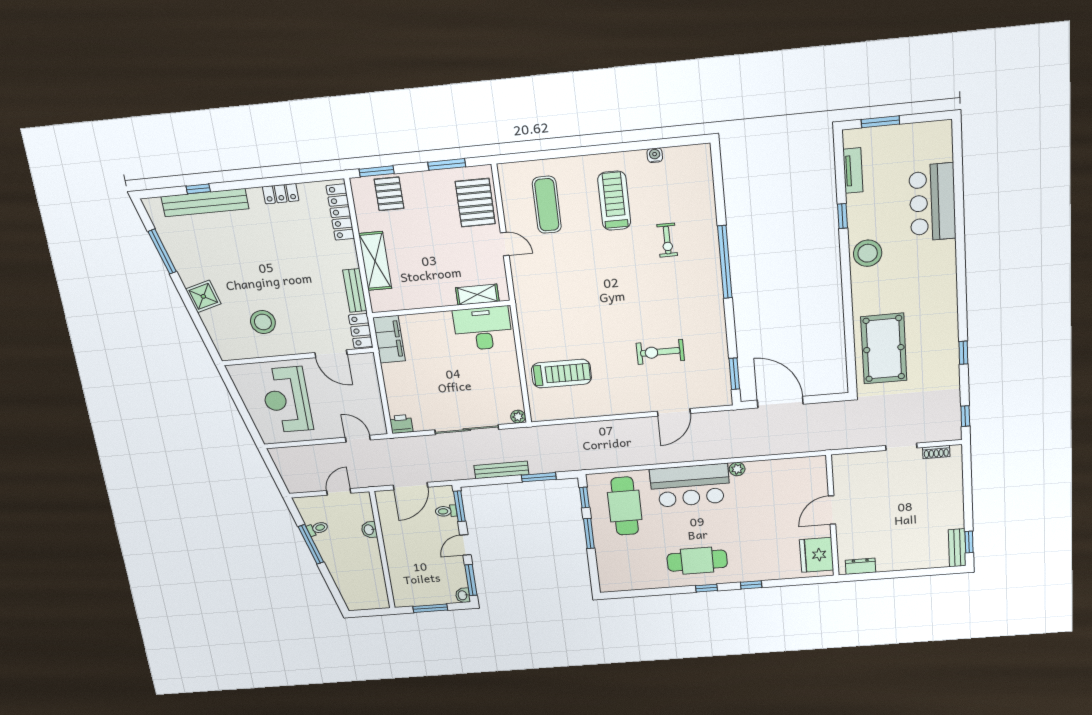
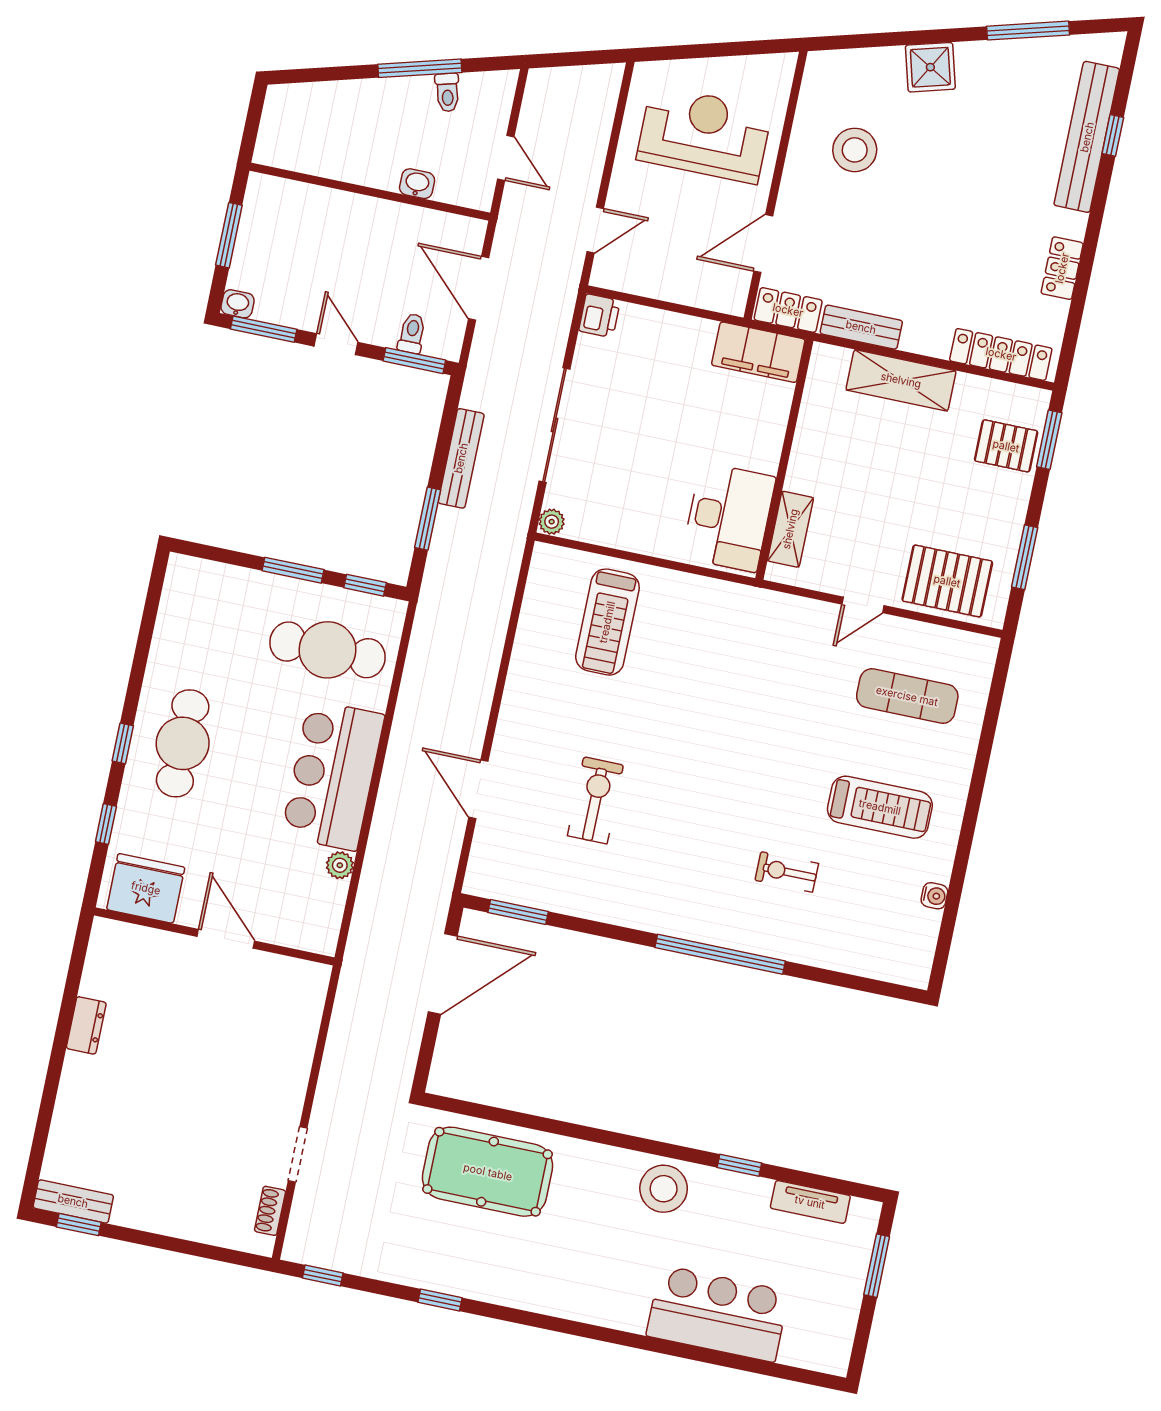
door: (832, 510) -> (226, 939), moved
wall: (832, 516) -> (214, 936), moved
fridge: (817, 555) -> (146, 888), moved

